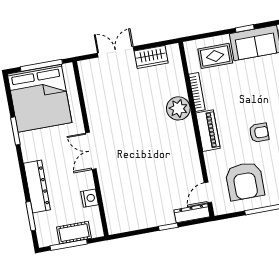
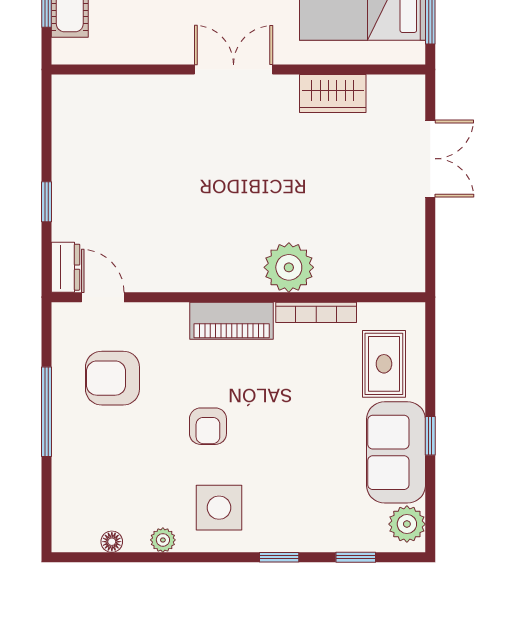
wardrobe: (151, 57) -> (333, 94), moved, turned -90
armchair: (245, 181) -> (112, 378), width x0.73, depth x0.73
nightstand: (90, 198) -> (136, 49), removed
dresser: (192, 213) -> (65, 267), width x0.70

